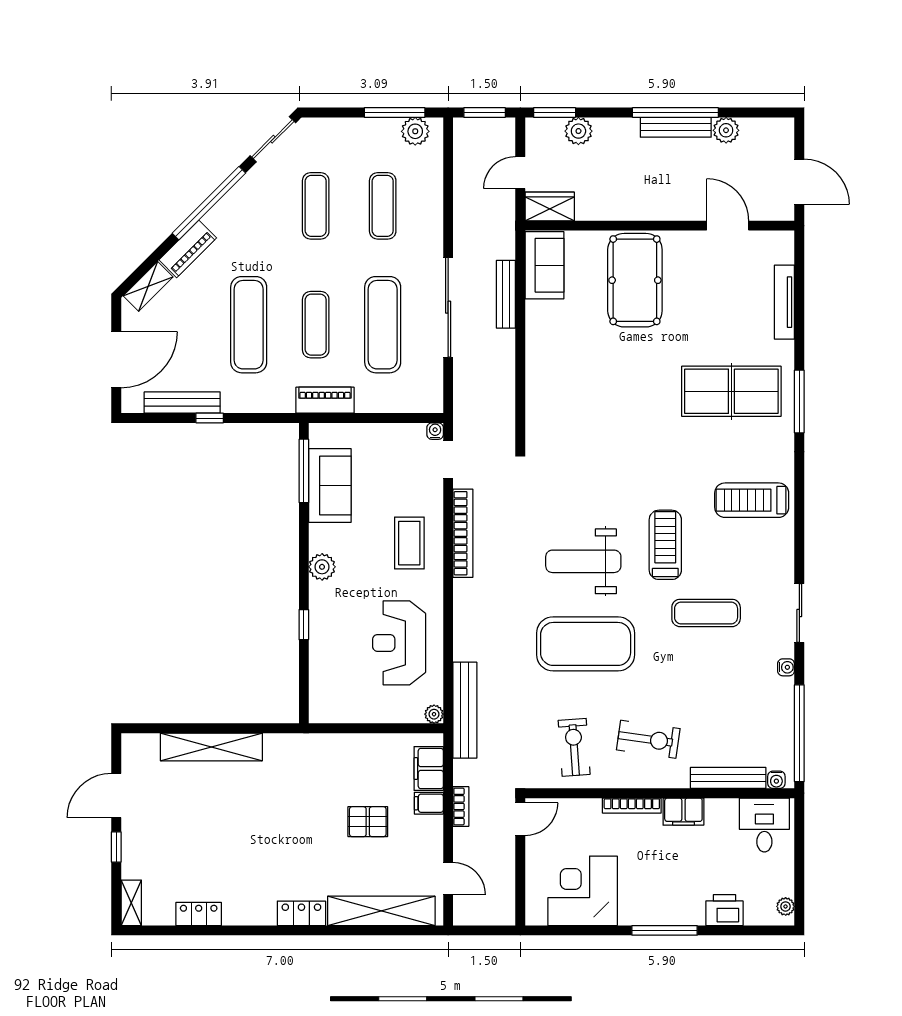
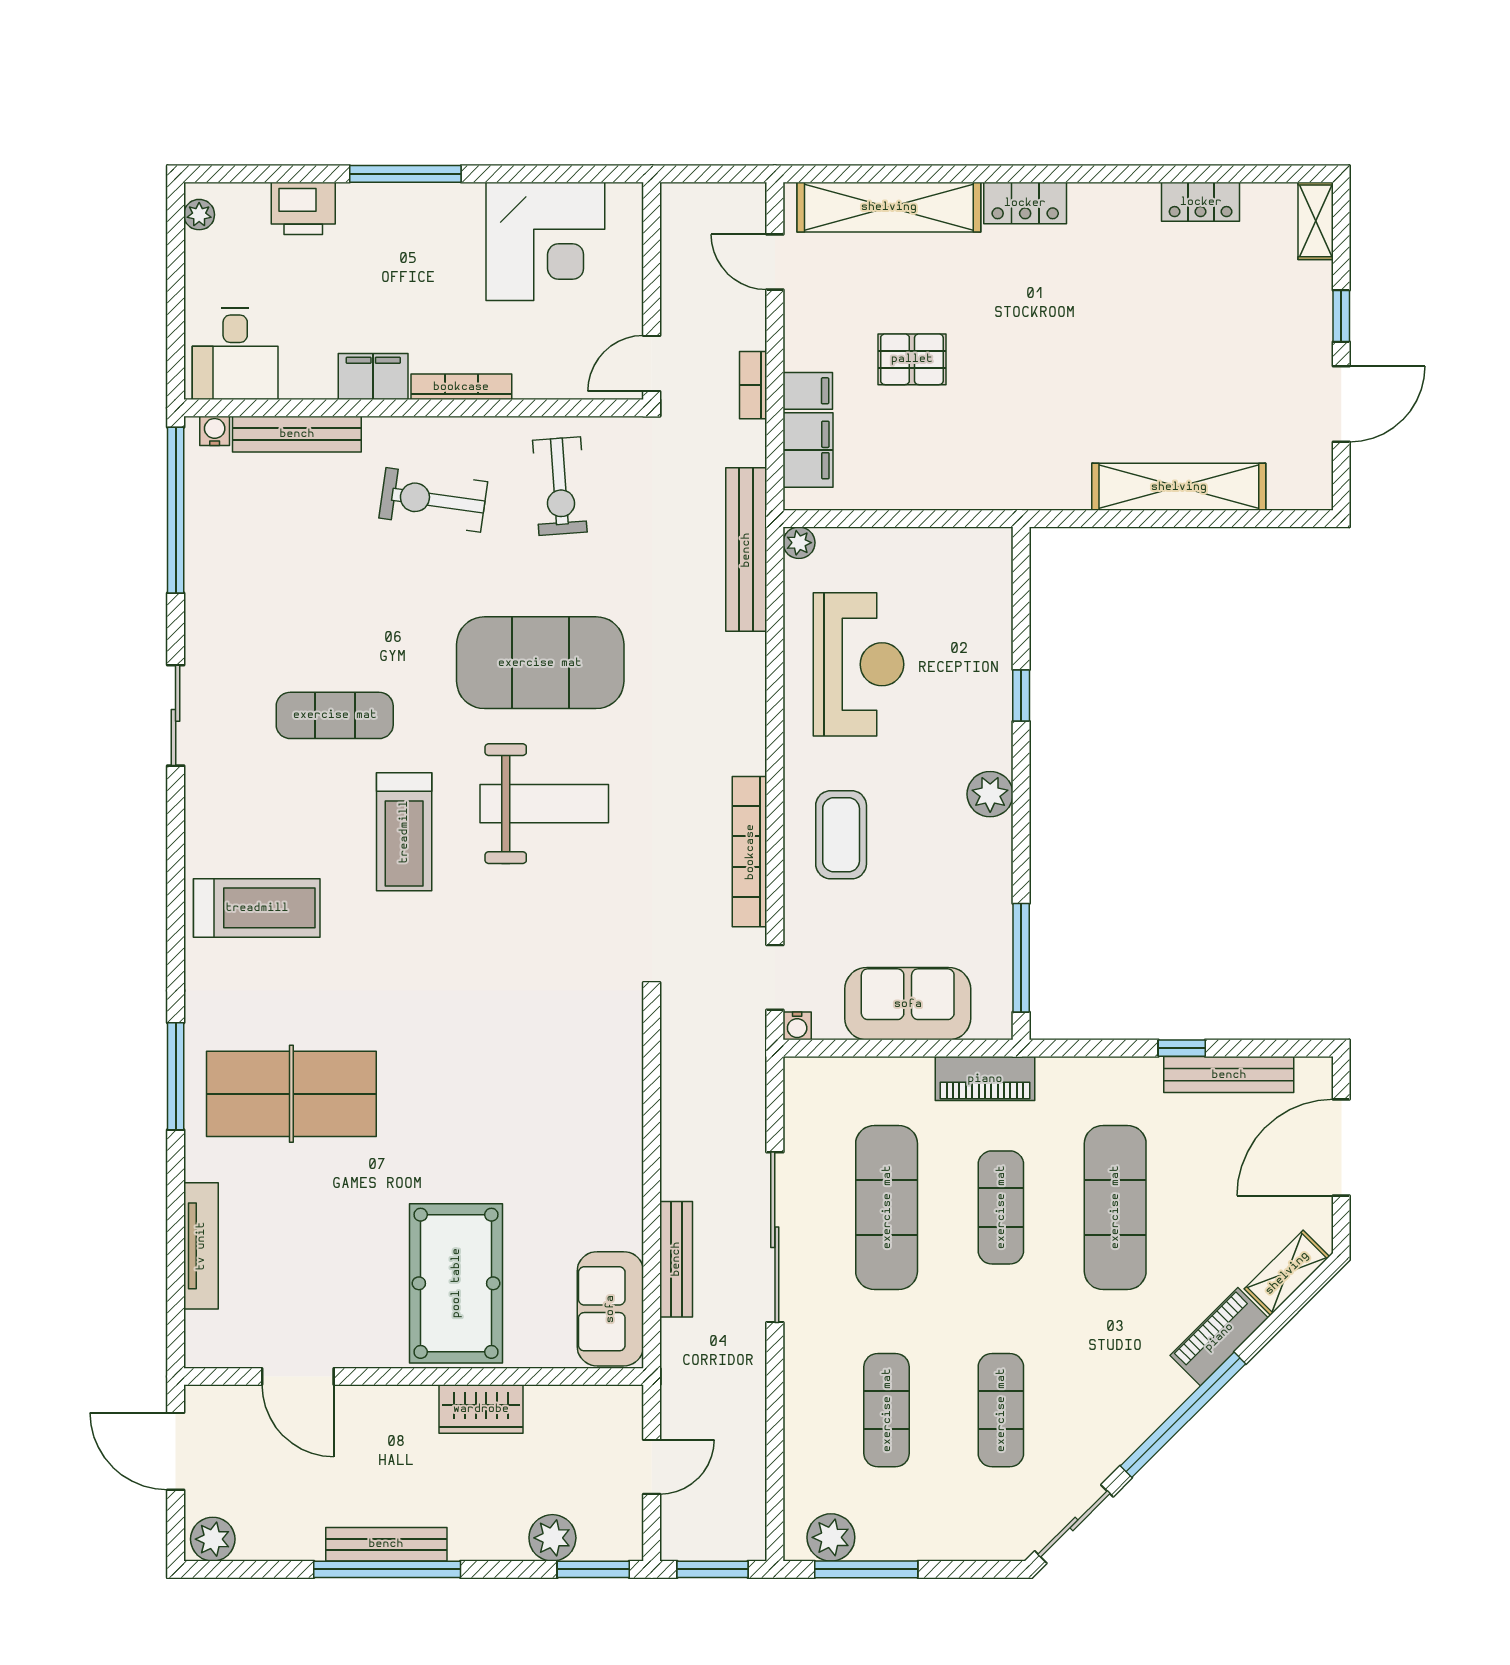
plant: (726, 130) -> (213, 1539), moved
wardrobe: (550, 206) -> (481, 1409), moved
sofa: (330, 485) -> (908, 1004), moved, turned 90
water cooler: (786, 667) -> (198, 623), removed

